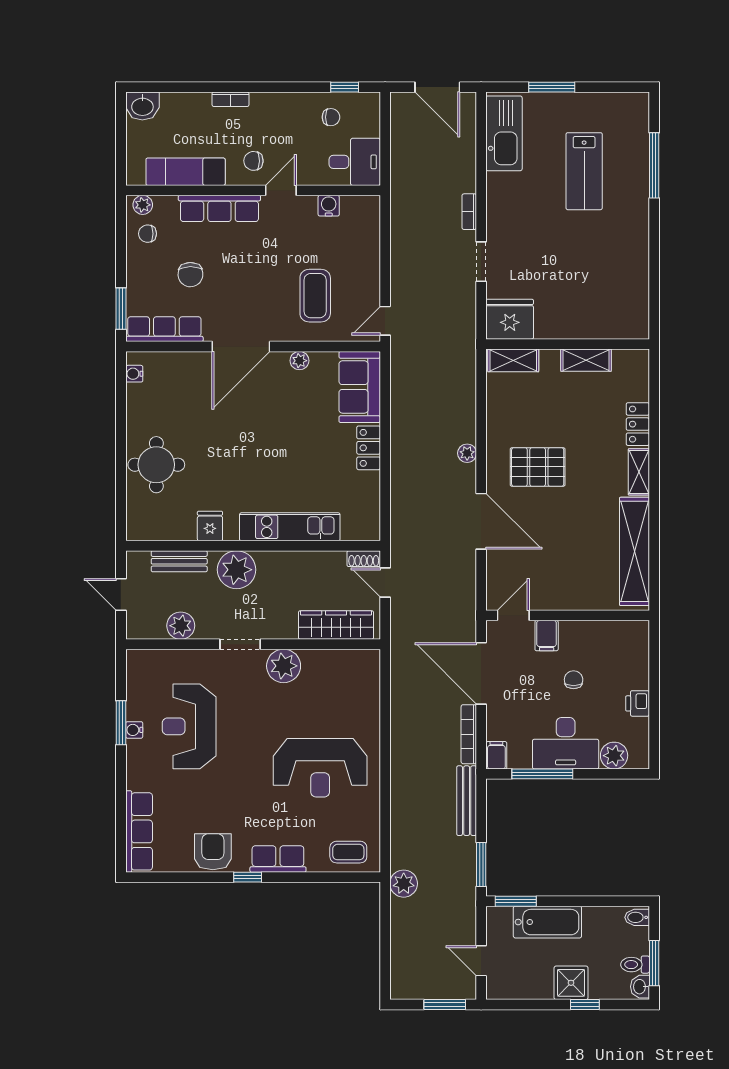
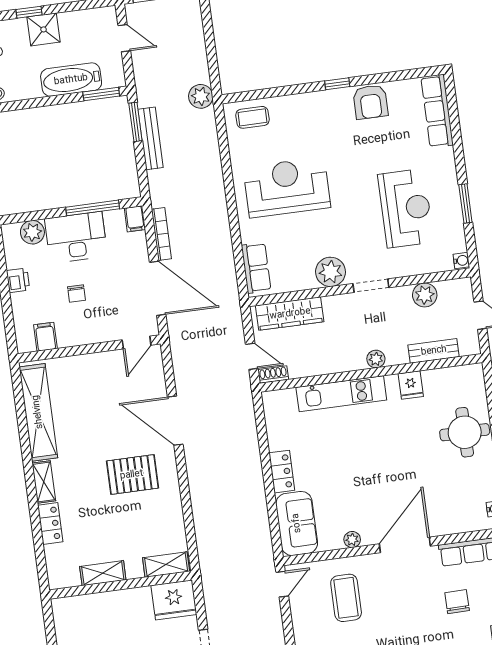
plant: (467, 453) -> (195, 478), removed
plant: (237, 570) -> (376, 359), width x0.53, depth x0.53
filing cabinet: (547, 636) -> (45, 337), moved
water cooler: (134, 730) -> (461, 260), moved
bench: (467, 801) -> (151, 138), moved
row of seats: (278, 859) -> (256, 268), moved, turned -90

